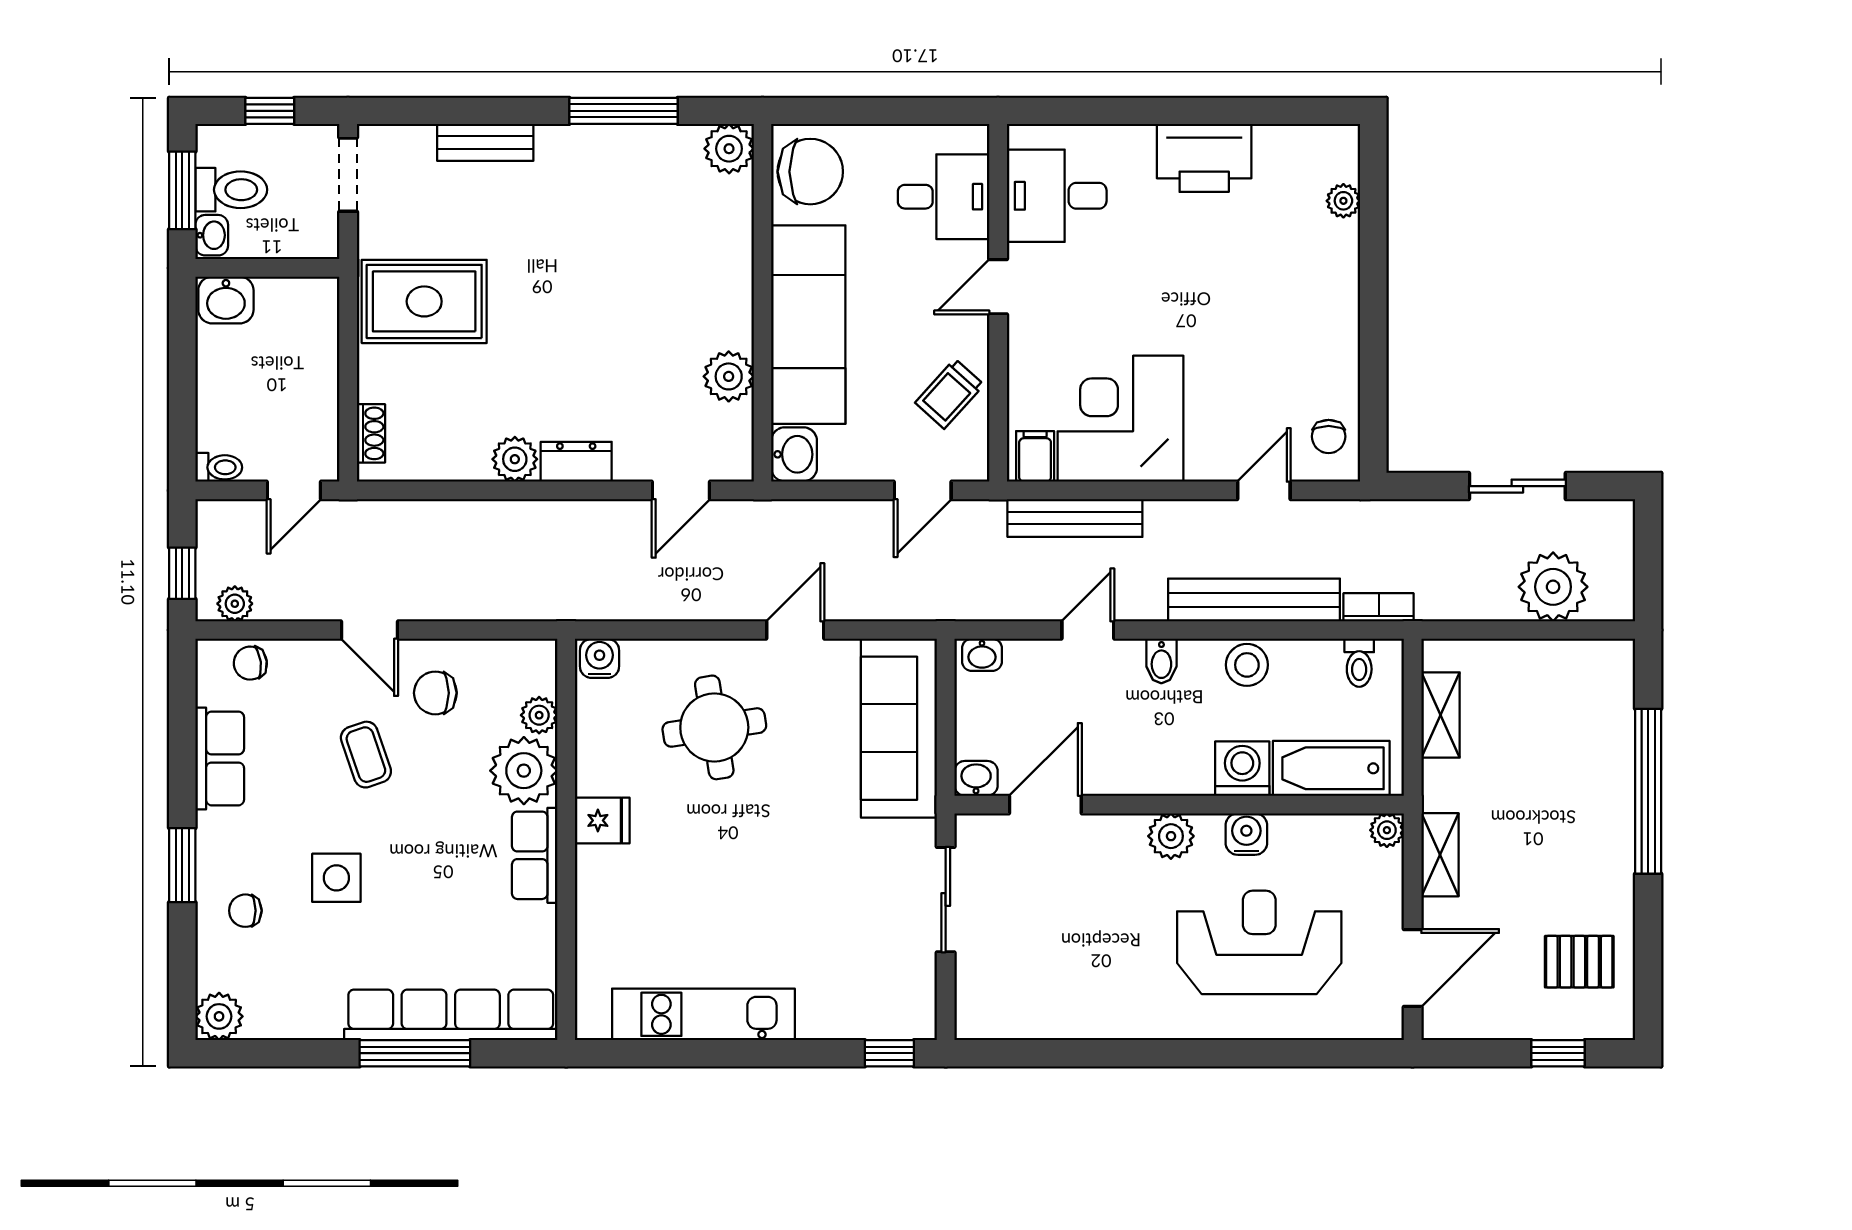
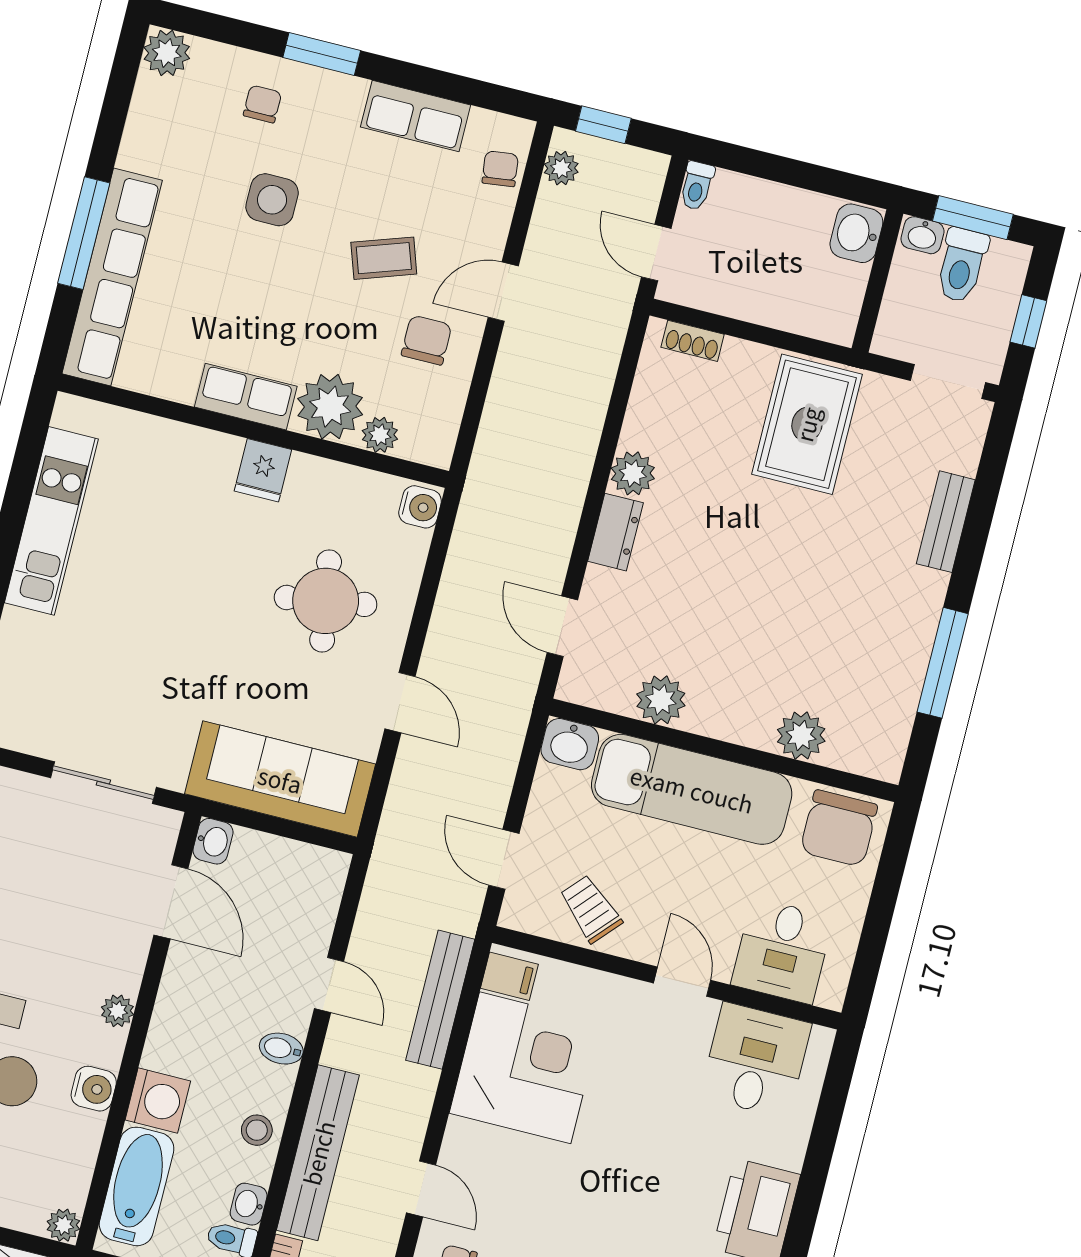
plant: (729, 149) -> (801, 735), moved
washbasin: (982, 655) -> (249, 1204), moved
stool: (1247, 665) -> (257, 1130), width x0.73, depth x0.73
plant: (1171, 836) -> (118, 1011), width x0.73, depth x0.73

